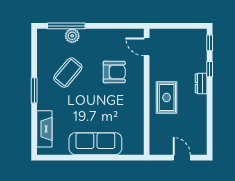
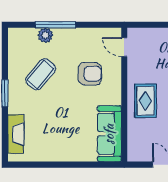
window: (66, 26) -> (55, 25), moved
sofa: (95, 144) -> (109, 134), moved, turned -90

